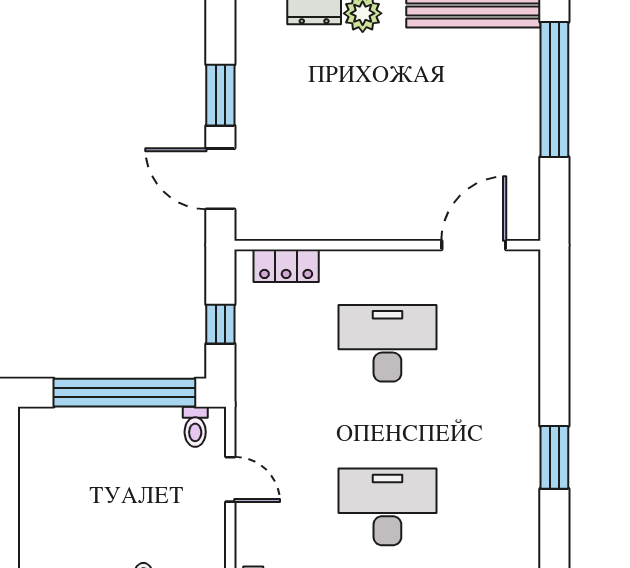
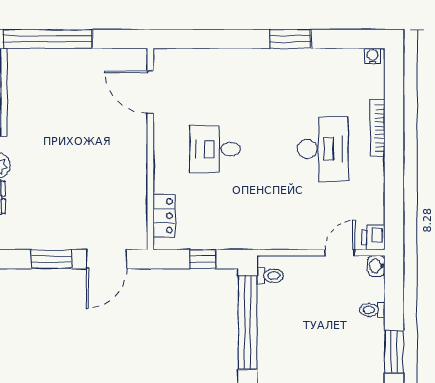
desk: (387, 343) -> (215, 149), width x0.73
door: (230, 479) -> (340, 253), moved
desk: (387, 507) -> (323, 149), turned 180

